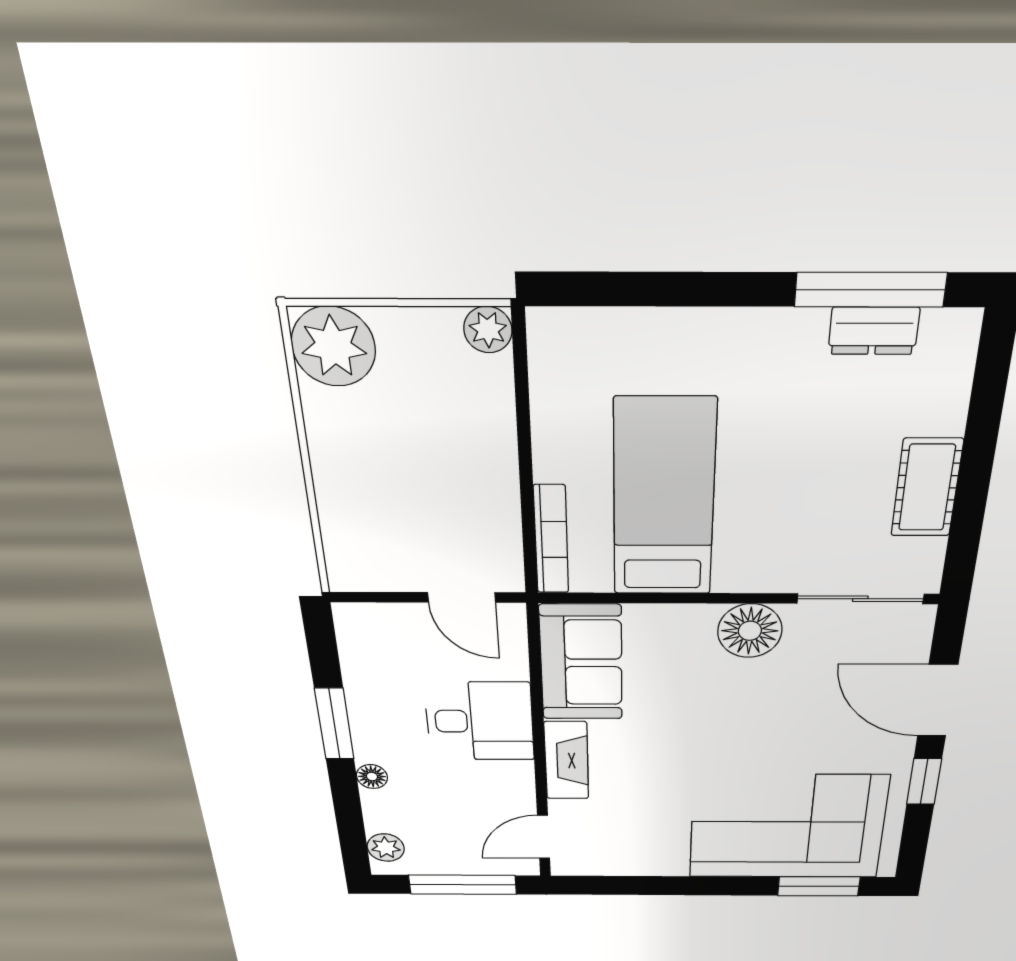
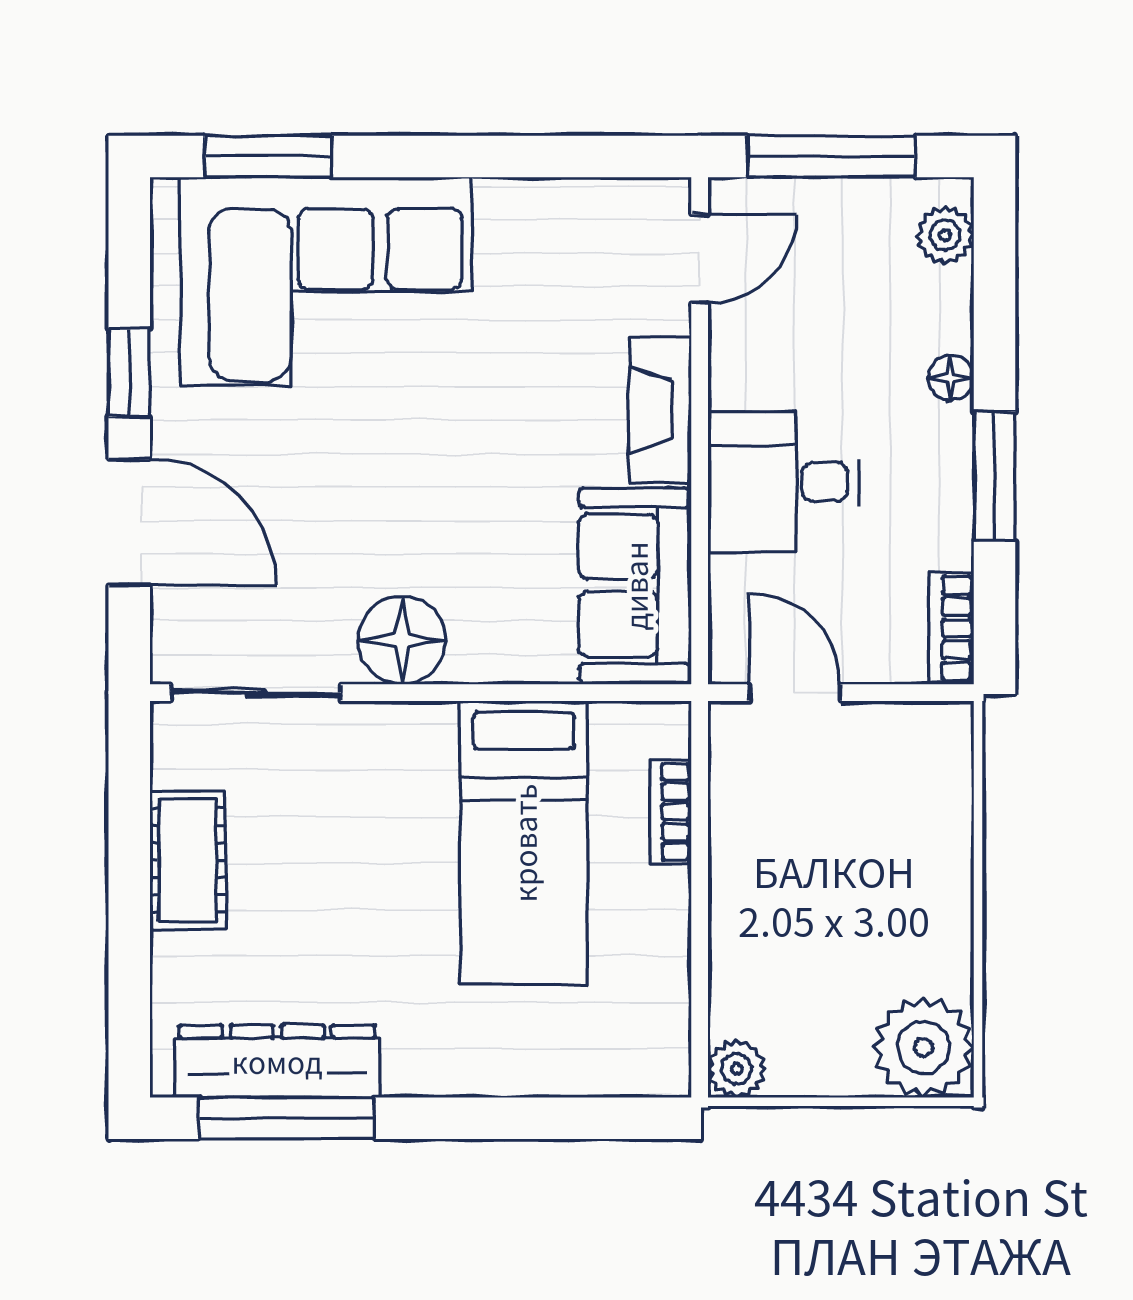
dresser: (874, 331) -> (277, 1061), width x1.96, depth x1.24
bookcase: (551, 540) -> (671, 812), width x0.64
bookcase: (352, 637) -> (951, 628), added

